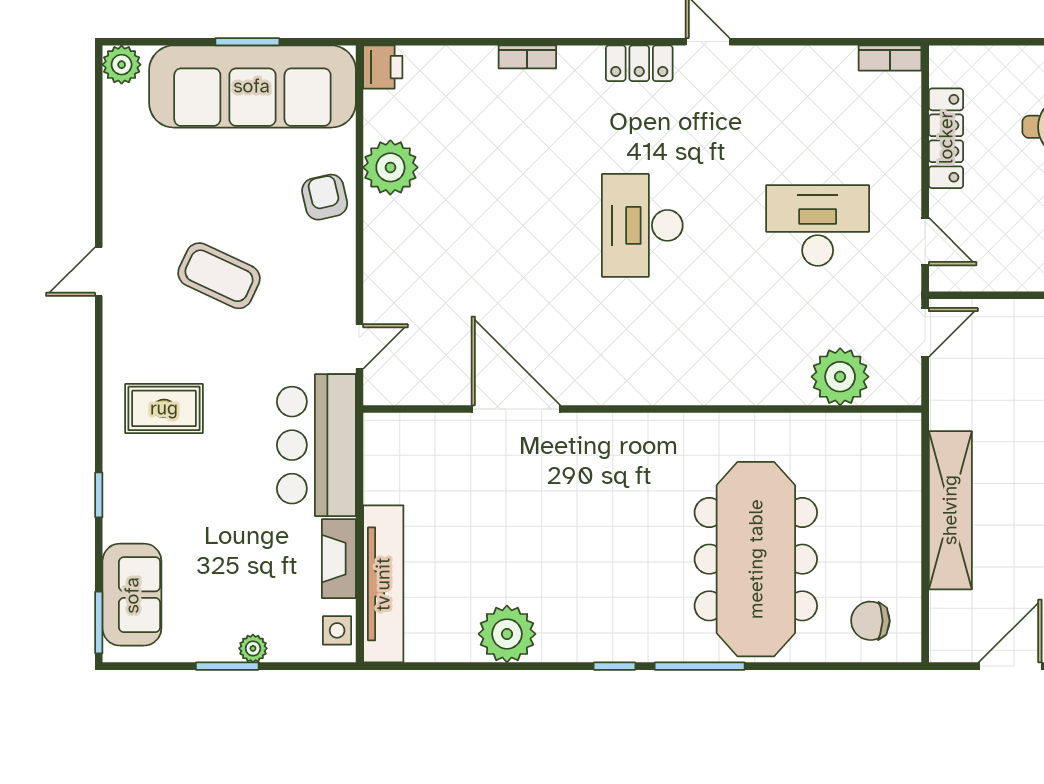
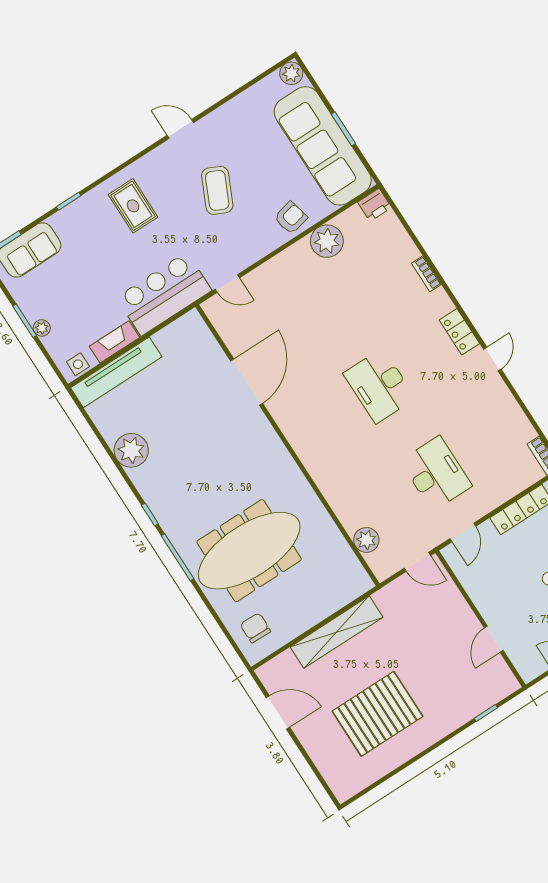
desk: (642, 225) -> (379, 386), turned -90
plant: (840, 377) -> (366, 540), width x0.73, depth x0.73

